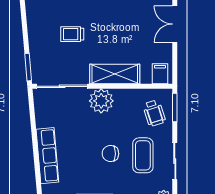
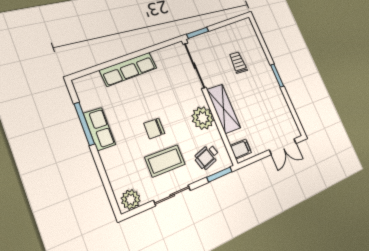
double door: (175, 24) -> (283, 147), swing flipped
plant: (101, 101) -> (203, 118), moved
chair: (110, 154) -> (154, 128), turned -90

